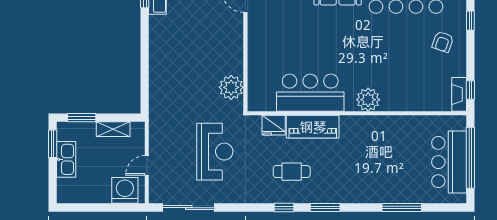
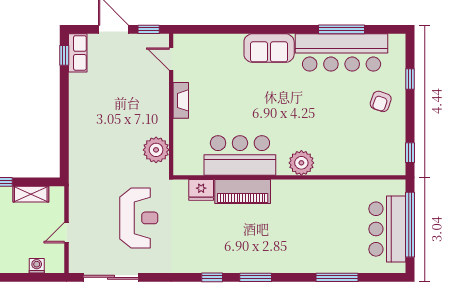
fireplace: (459, 94) -> (181, 100), moved, turned 180
cafe table: (292, 172) -> (220, 239), removed
washing machine: (125, 190) -> (37, 266), width x0.53, depth x0.53

